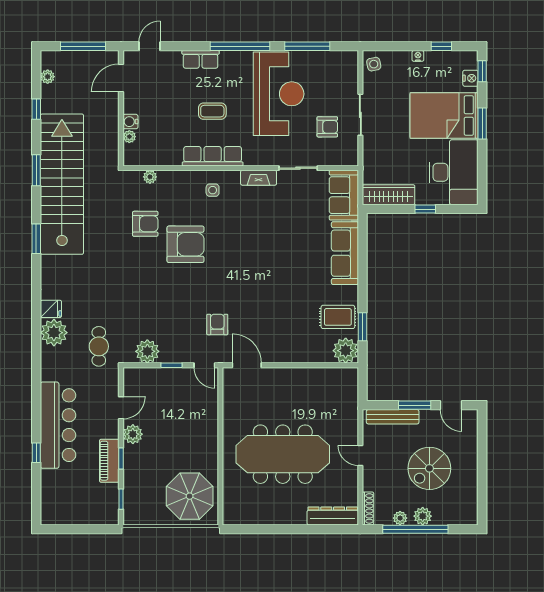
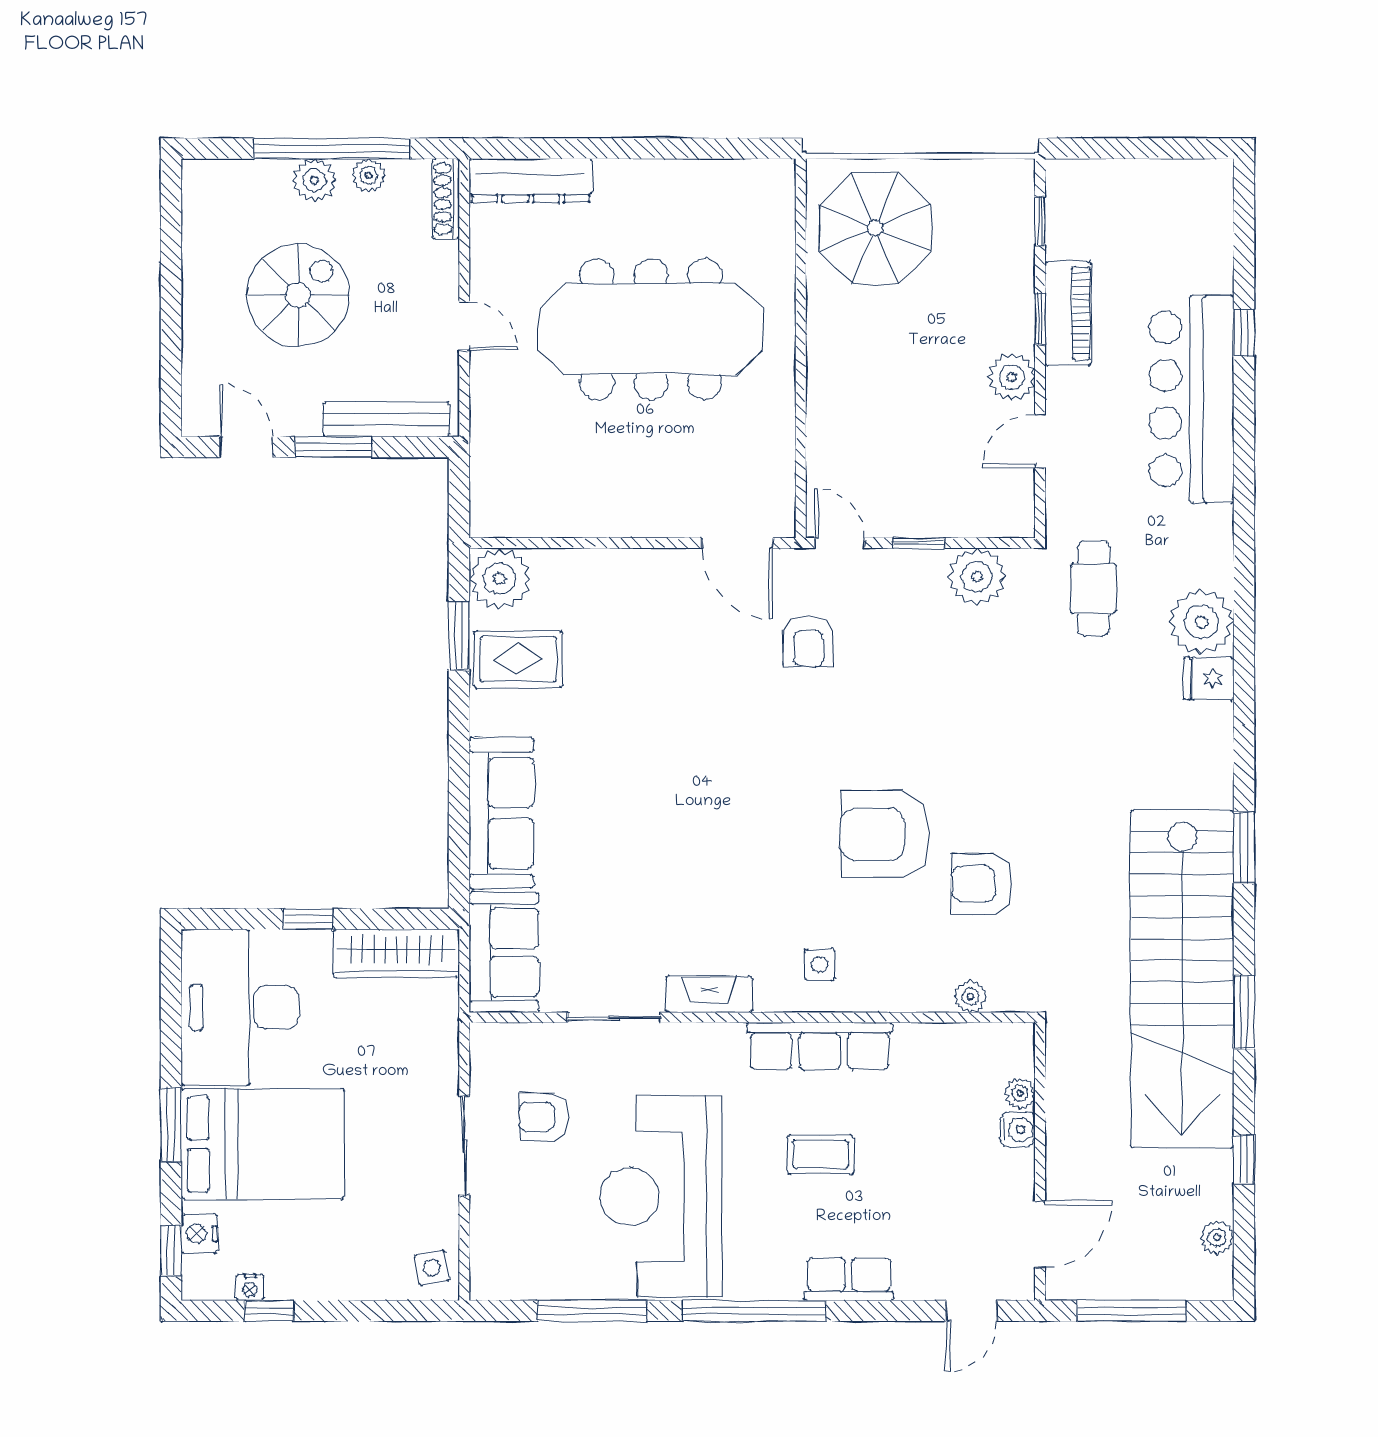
nightstand: (418, 56) -> (250, 1287), moved

